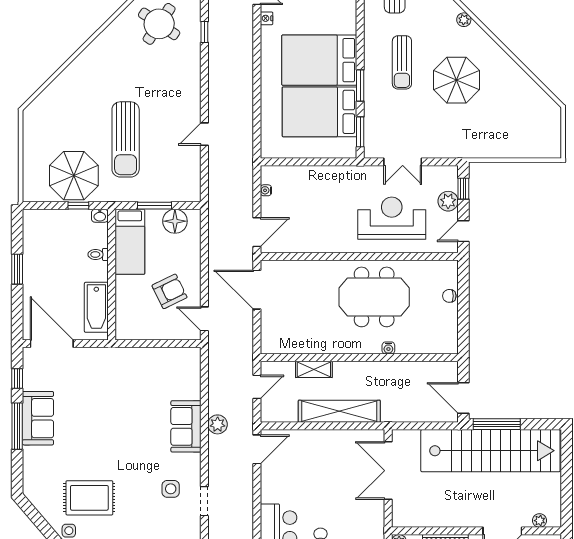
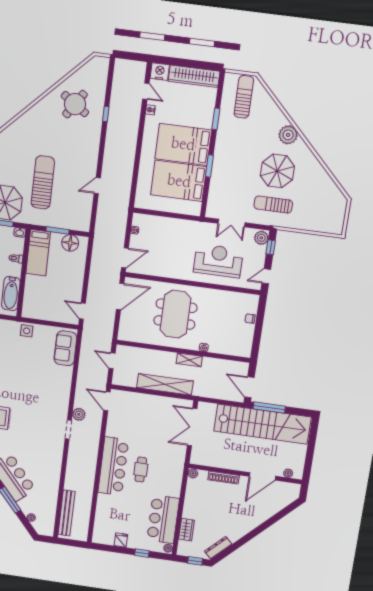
plant: (464, 20) -> (288, 135), width x1.88, depth x1.88
sun lounger: (402, 62) -> (273, 205), moved, turned 90
window: (360, 132) -> (216, 119), moved
sun lounger: (126, 139) -> (43, 182), turned 180
plant: (448, 201) -> (261, 238), moved
door: (257, 290) -> (120, 296), swing flipped
armchair: (170, 291) -> (61, 290), removed
meeting table: (374, 297) -> (175, 314), moved, turned 90
shelving: (314, 369) -> (189, 360), moved
door: (257, 387) -> (112, 361), swing flipped
plant: (218, 424) -> (79, 414), moved
sofa: (186, 426) -> (65, 348), moved
door: (257, 449) -> (107, 401), swing flipped
side table: (171, 489) -> (27, 331), moved

